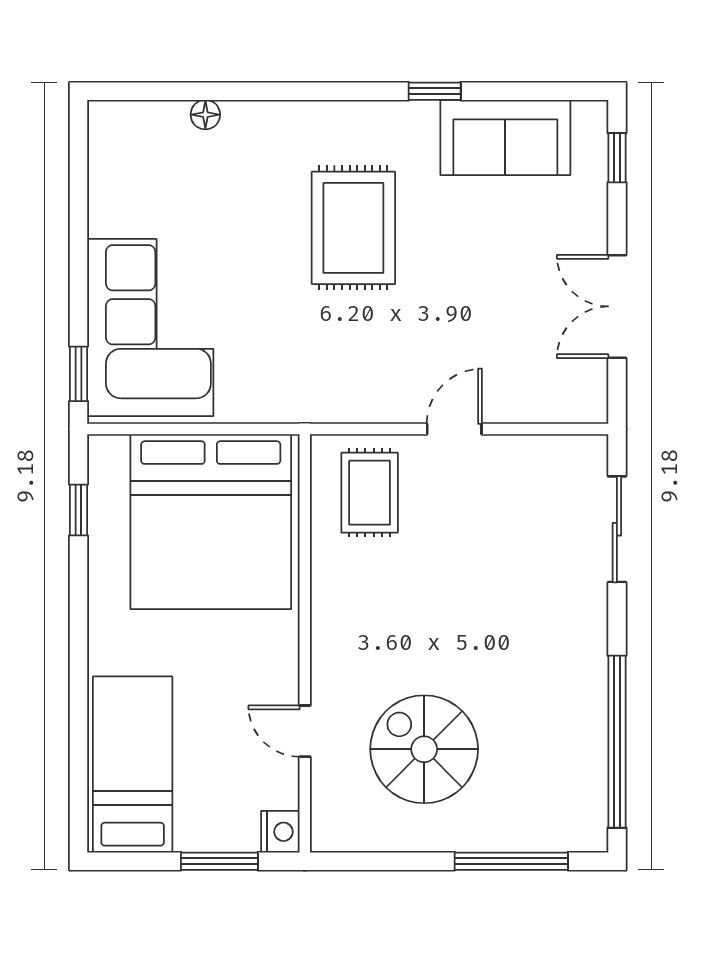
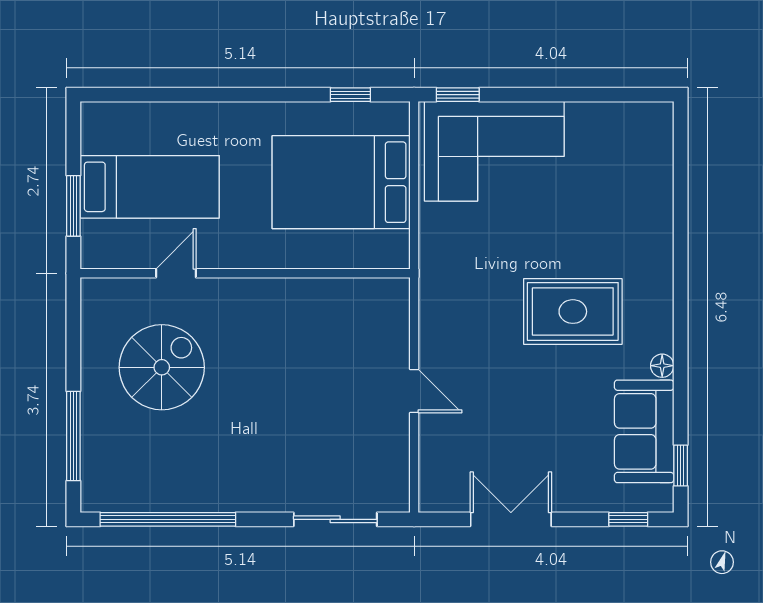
window: (435, 91) -> (681, 465), moved
floor lamp: (205, 115) -> (662, 366), moved
rug: (370, 493) -> (364, 324), removed
bed: (211, 522) -> (341, 182), width x0.73
bed: (133, 765) -> (150, 187), moved
nightstand: (280, 832) -> (97, 254), removed

